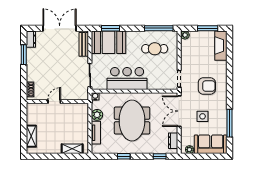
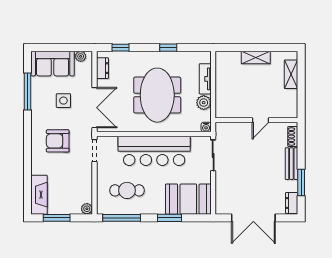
window: (110, 28) -> (169, 218), moved
bench: (84, 44) -> (291, 164), moved
bar counter: (127, 78) -> (154, 151), width x1.36
shelving: (72, 149) -> (256, 58), moved

